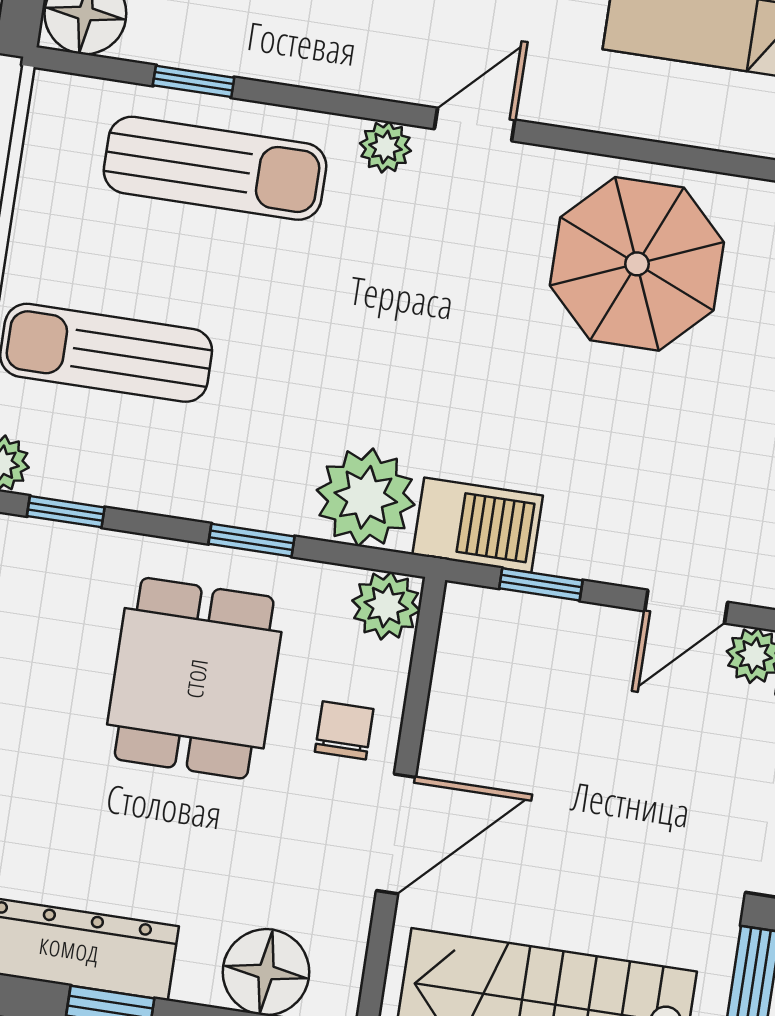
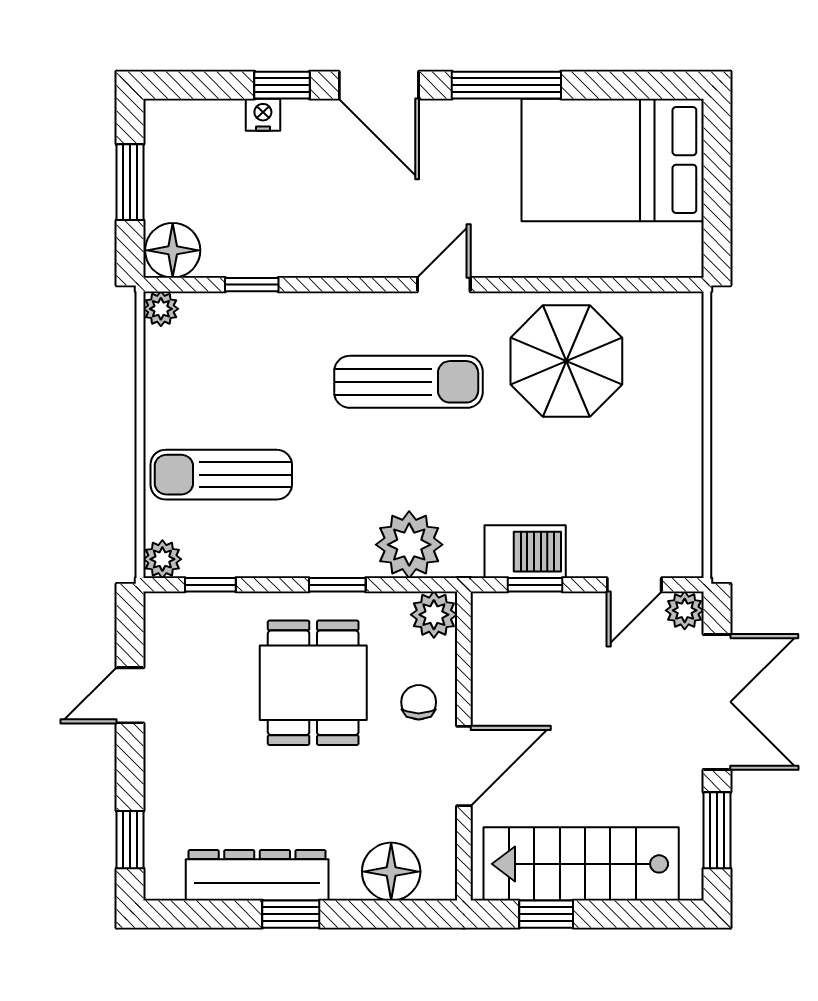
plant: (385, 147) -> (161, 309), moved
sun lounger: (215, 168) -> (408, 382), moved
barbecue: (478, 525) -> (525, 552), moved

